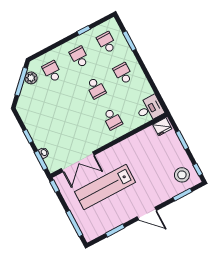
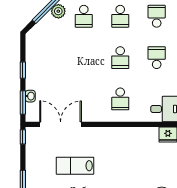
school desk: (79, 57) -> (120, 16), turned 180
school desk: (52, 72) -> (84, 16), turned 180
double door: (78, 162) -> (61, 124), swing flipped
lab bench: (105, 187) -> (75, 166), width x0.54, depth x0.72

